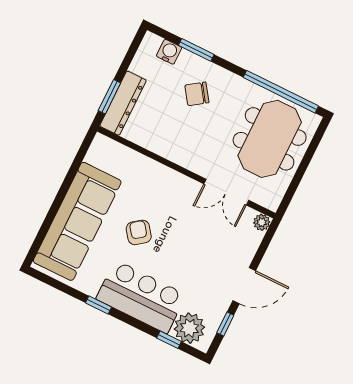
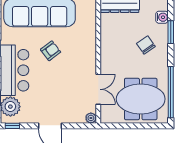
double door: (226, 192) -> (98, 89), swing flipped
window: (225, 324) -> (12, 126), moved

